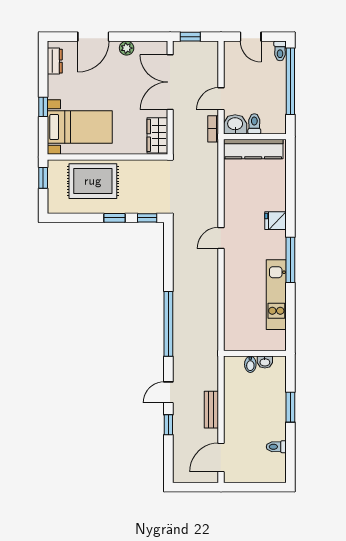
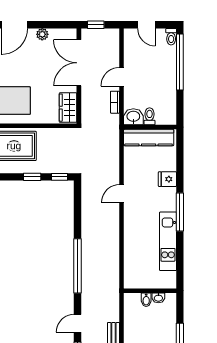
washbasin: (235, 124) -> (133, 117), moved
toilet: (254, 124) -> (150, 116), moved
wall: (255, 137) -> (150, 127), moved
kitchen counter: (253, 149) -> (149, 138), moved

